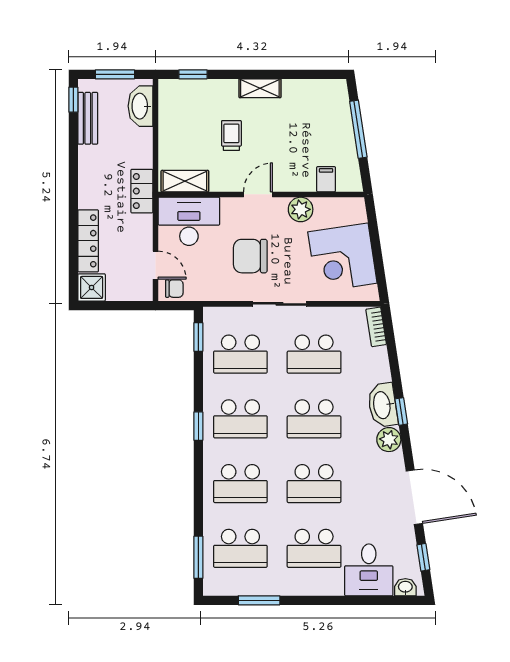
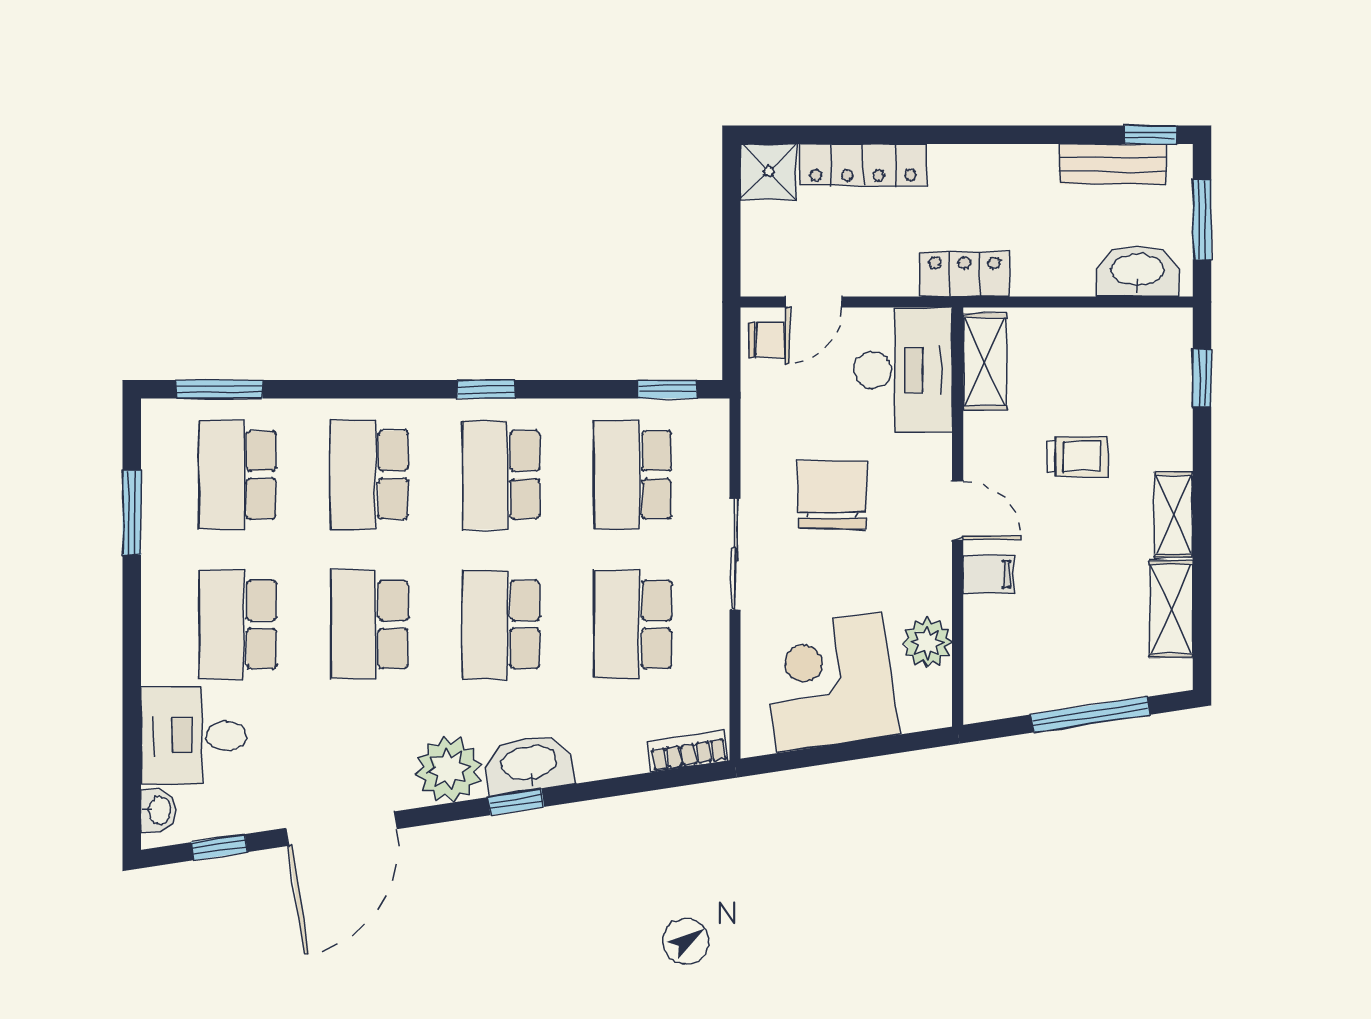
shelving: (306, 90) -> (1171, 609), added
filing cabinet: (326, 179) -> (989, 574), moved
plant: (301, 209) -> (927, 642), moved
chair: (174, 289) -> (766, 340), turned -90
plant: (389, 440) -> (449, 769), width x1.36, depth x1.36

